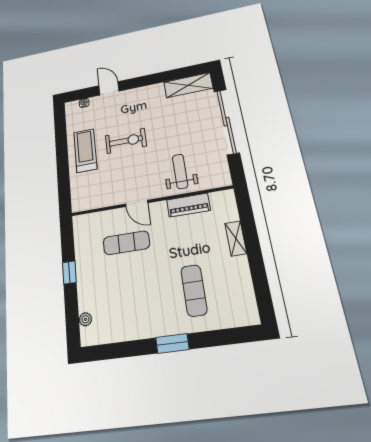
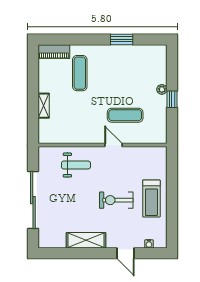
shelving: (188, 85) -> (86, 240), moved
weight bench: (180, 171) -> (76, 165), turned -90
piano: (188, 205) -> (54, 52), moved, turned 180
plant: (85, 319) -> (162, 89), moved
window: (172, 344) -> (122, 39), moved

